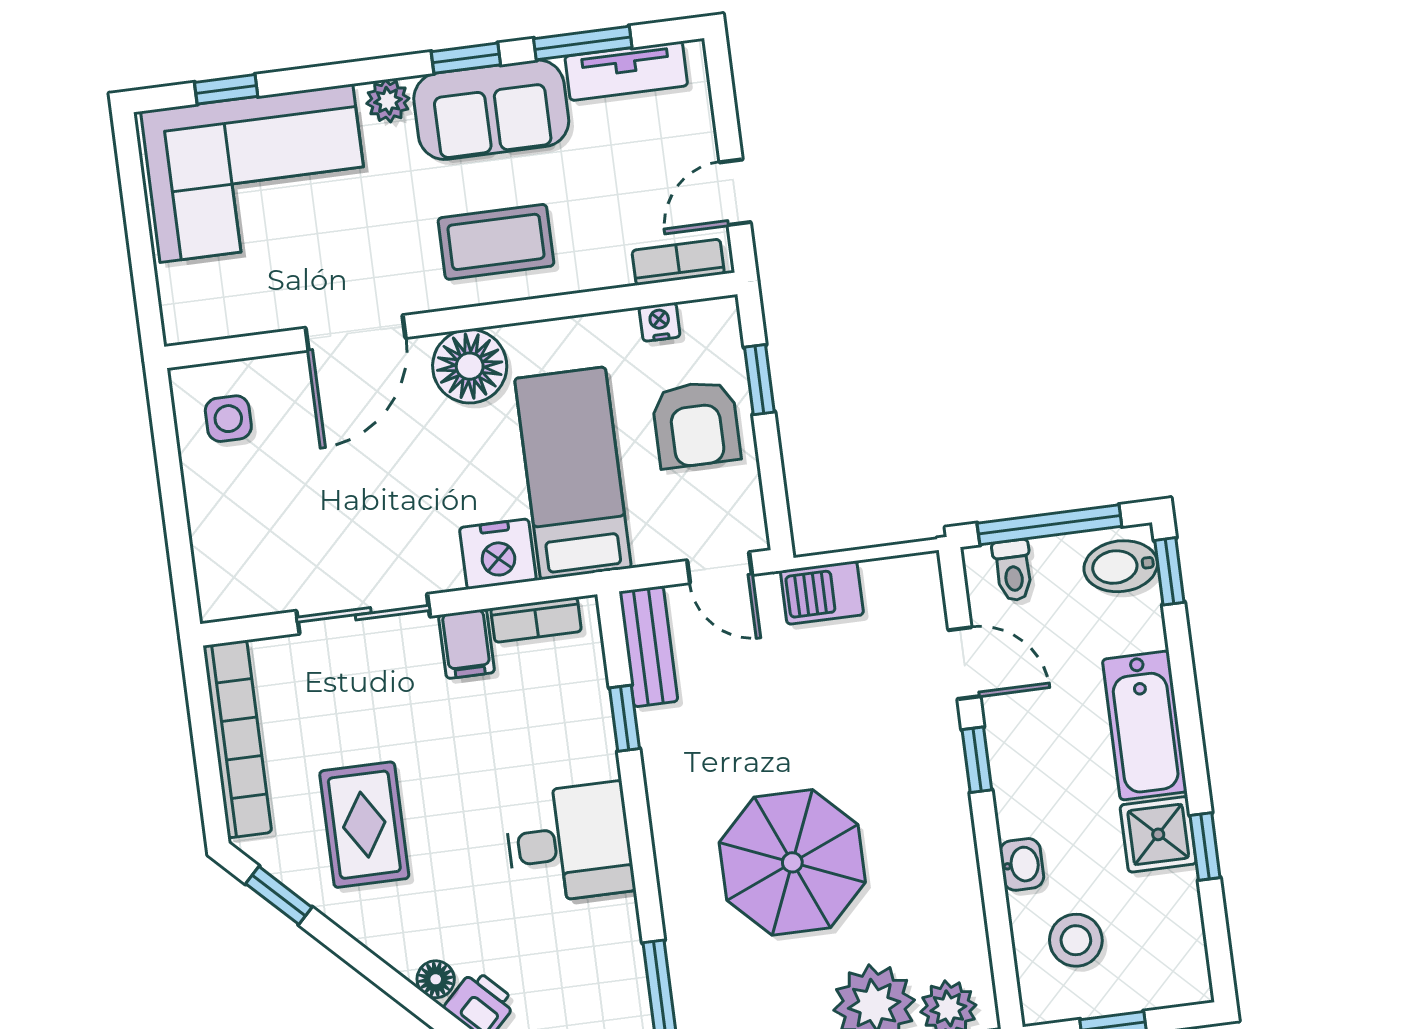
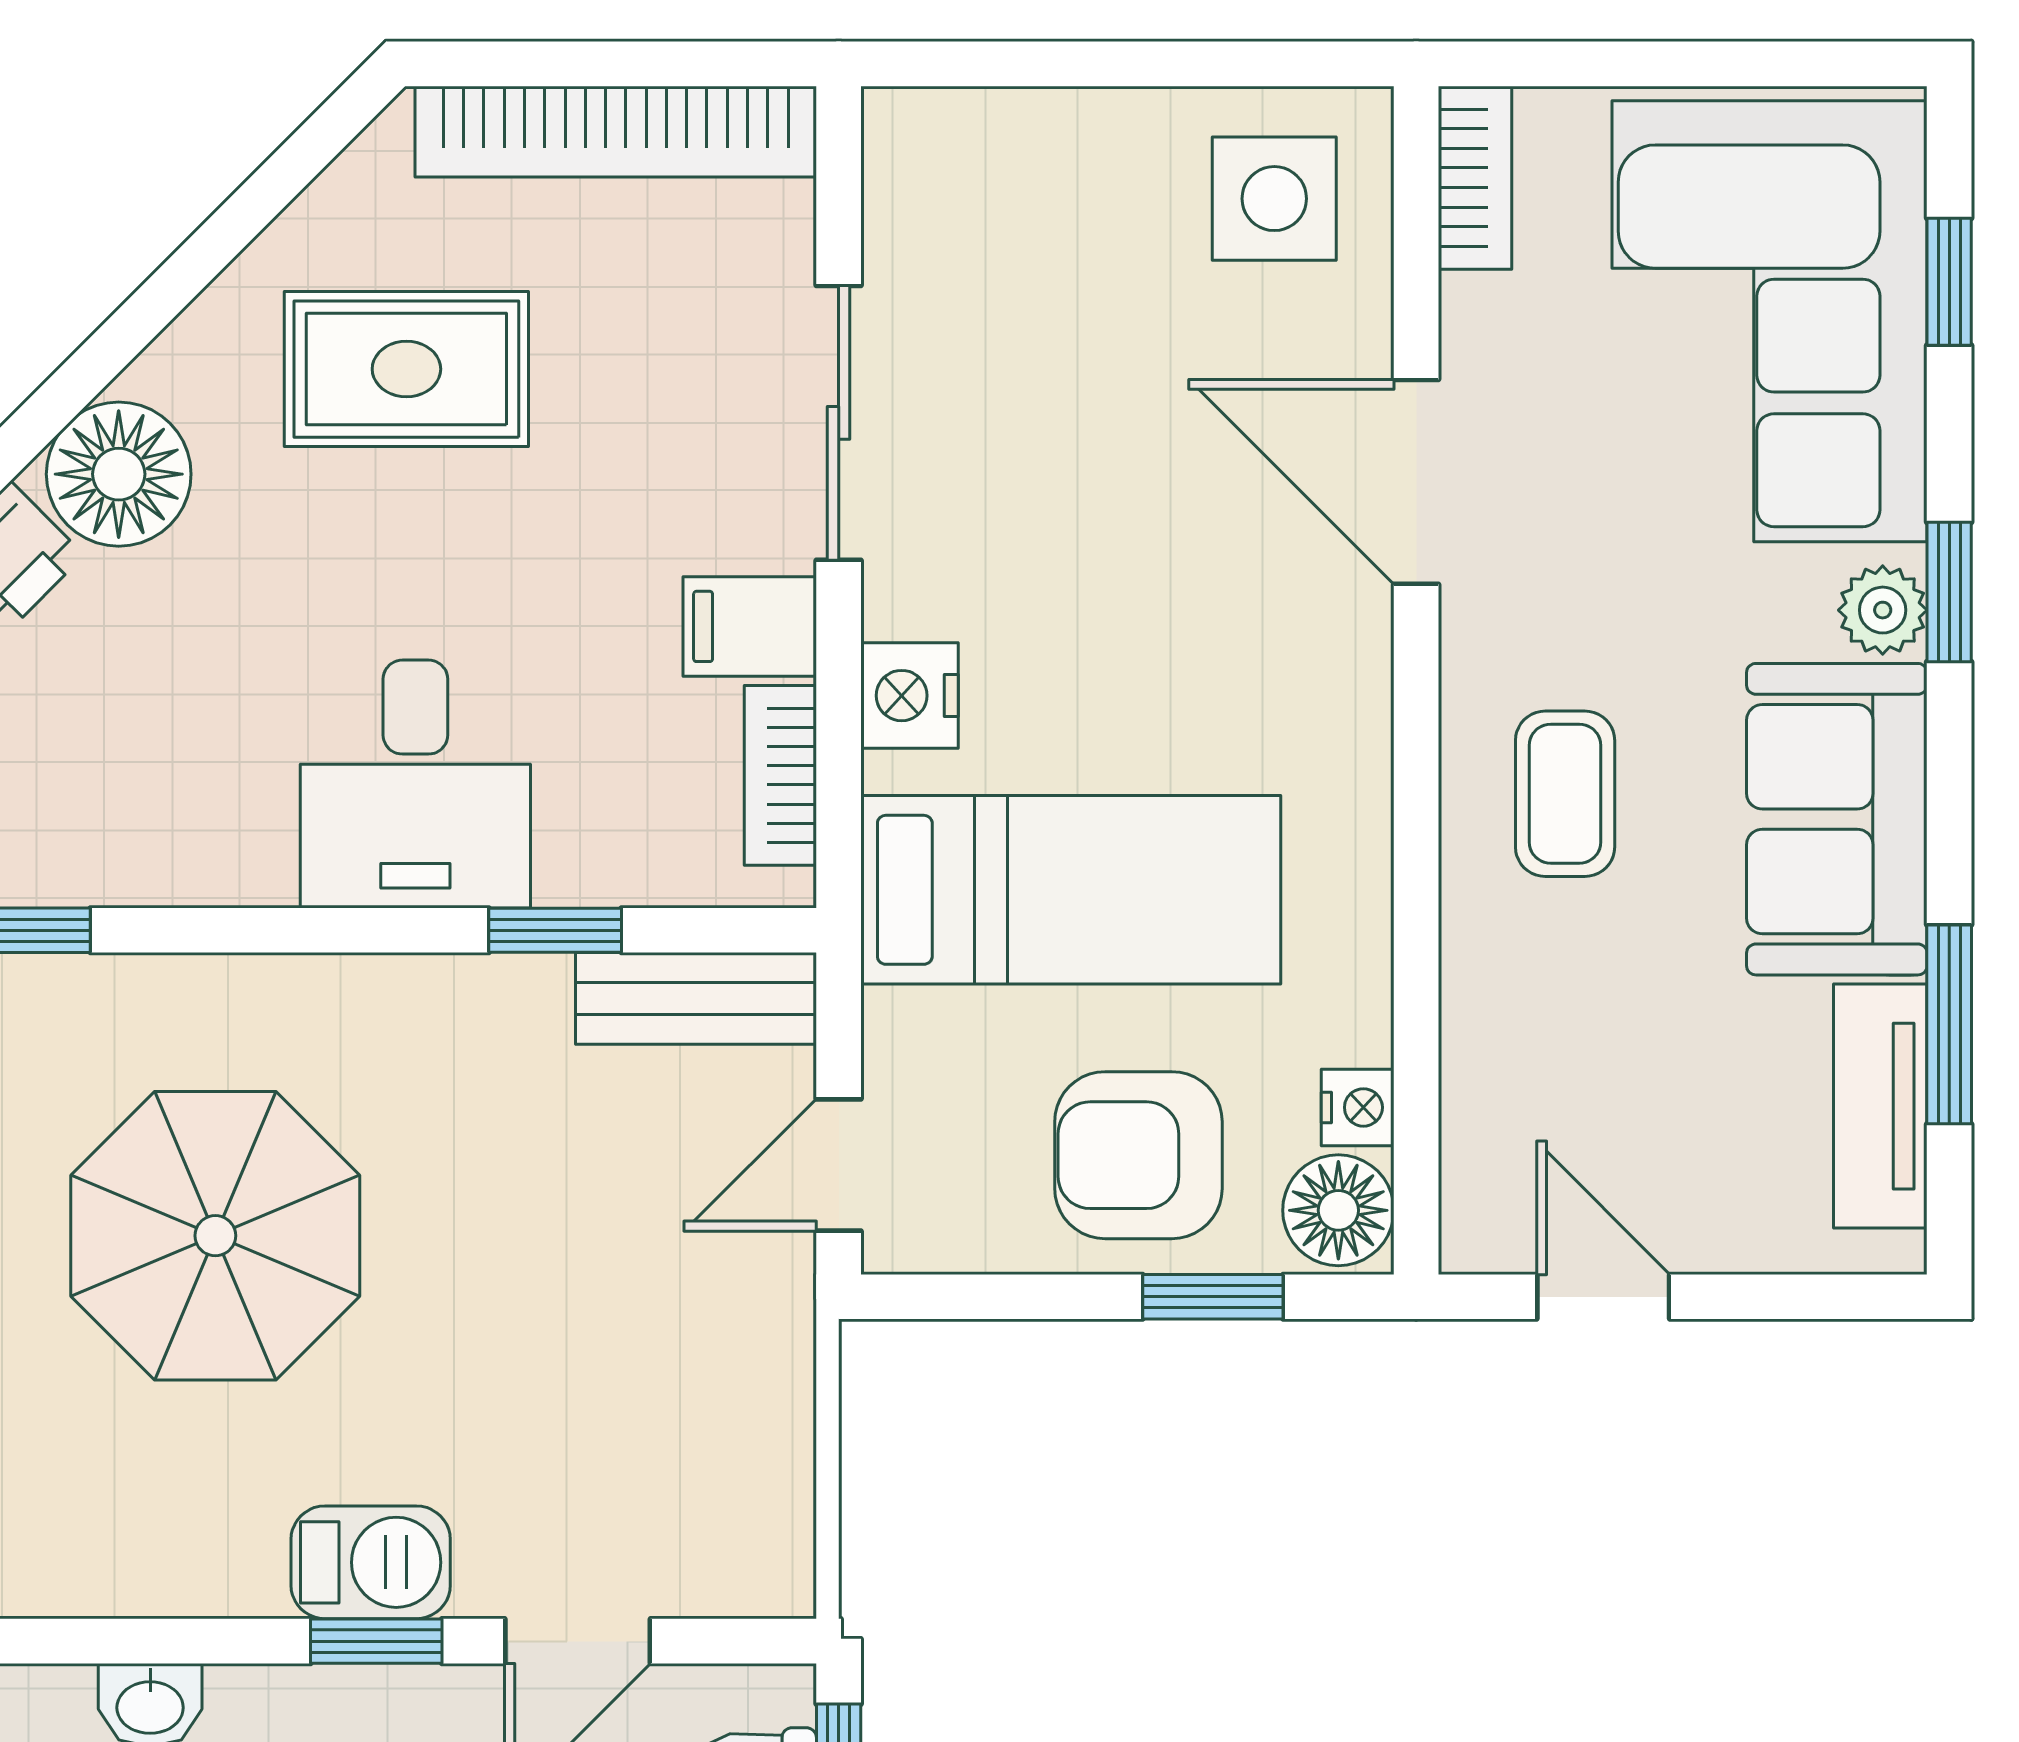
window: (466, 58) -> (1949, 592), moved
coffee table: (496, 242) -> (1565, 794), width x0.73, depth x0.77
bookcase: (678, 262) -> (1475, 178), moved
floor lamp: (470, 366) -> (1338, 1210), moved, width x0.73, depth x0.73
side table: (228, 419) -> (1274, 199), width x1.37, depth x1.37
nightstand: (498, 554) -> (909, 696), width x0.74, depth x0.75
barbecue: (822, 593) -> (371, 1562), moved, turned 90
desk: (569, 843) -> (415, 784), moved
window: (279, 895) -> (284, 175), removed
floor lamp: (436, 979) -> (119, 474), width x1.89, depth x1.89

